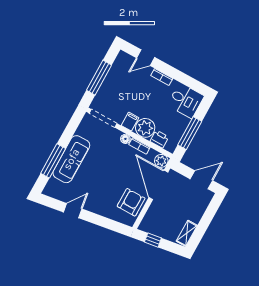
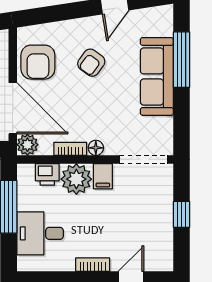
window: (99, 78) -> (181, 214), width x0.46
desk: (186, 101) -> (40, 233), moved
armchair: (103, 186) -> (91, 63), added

